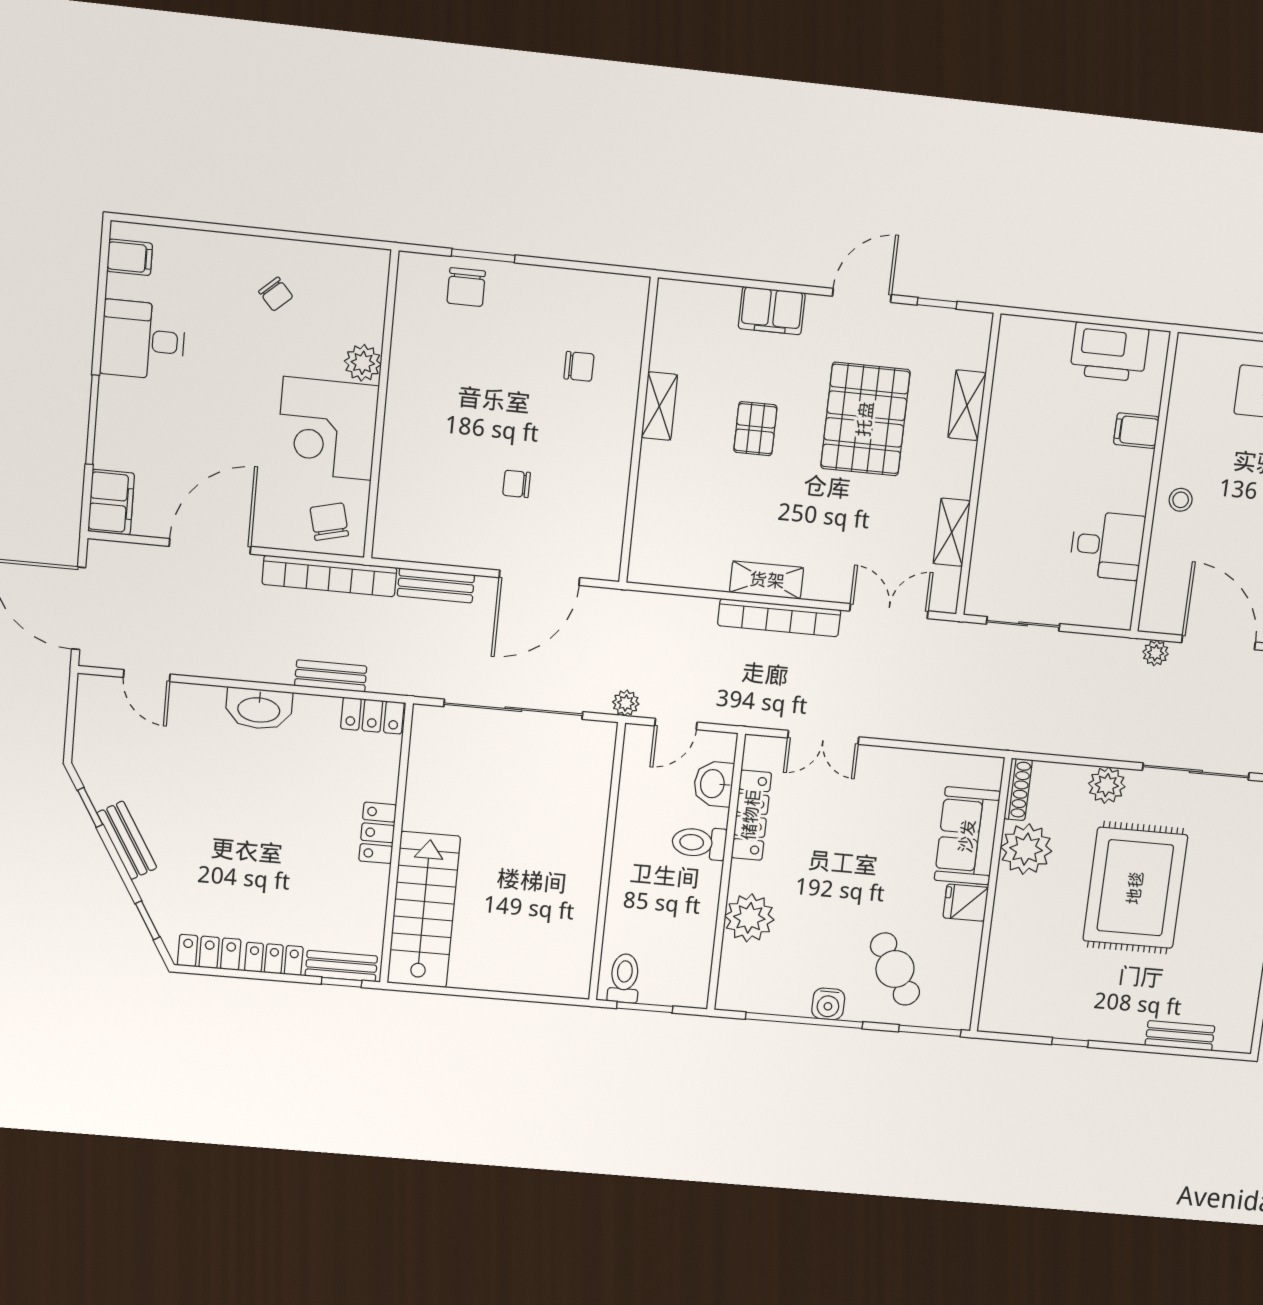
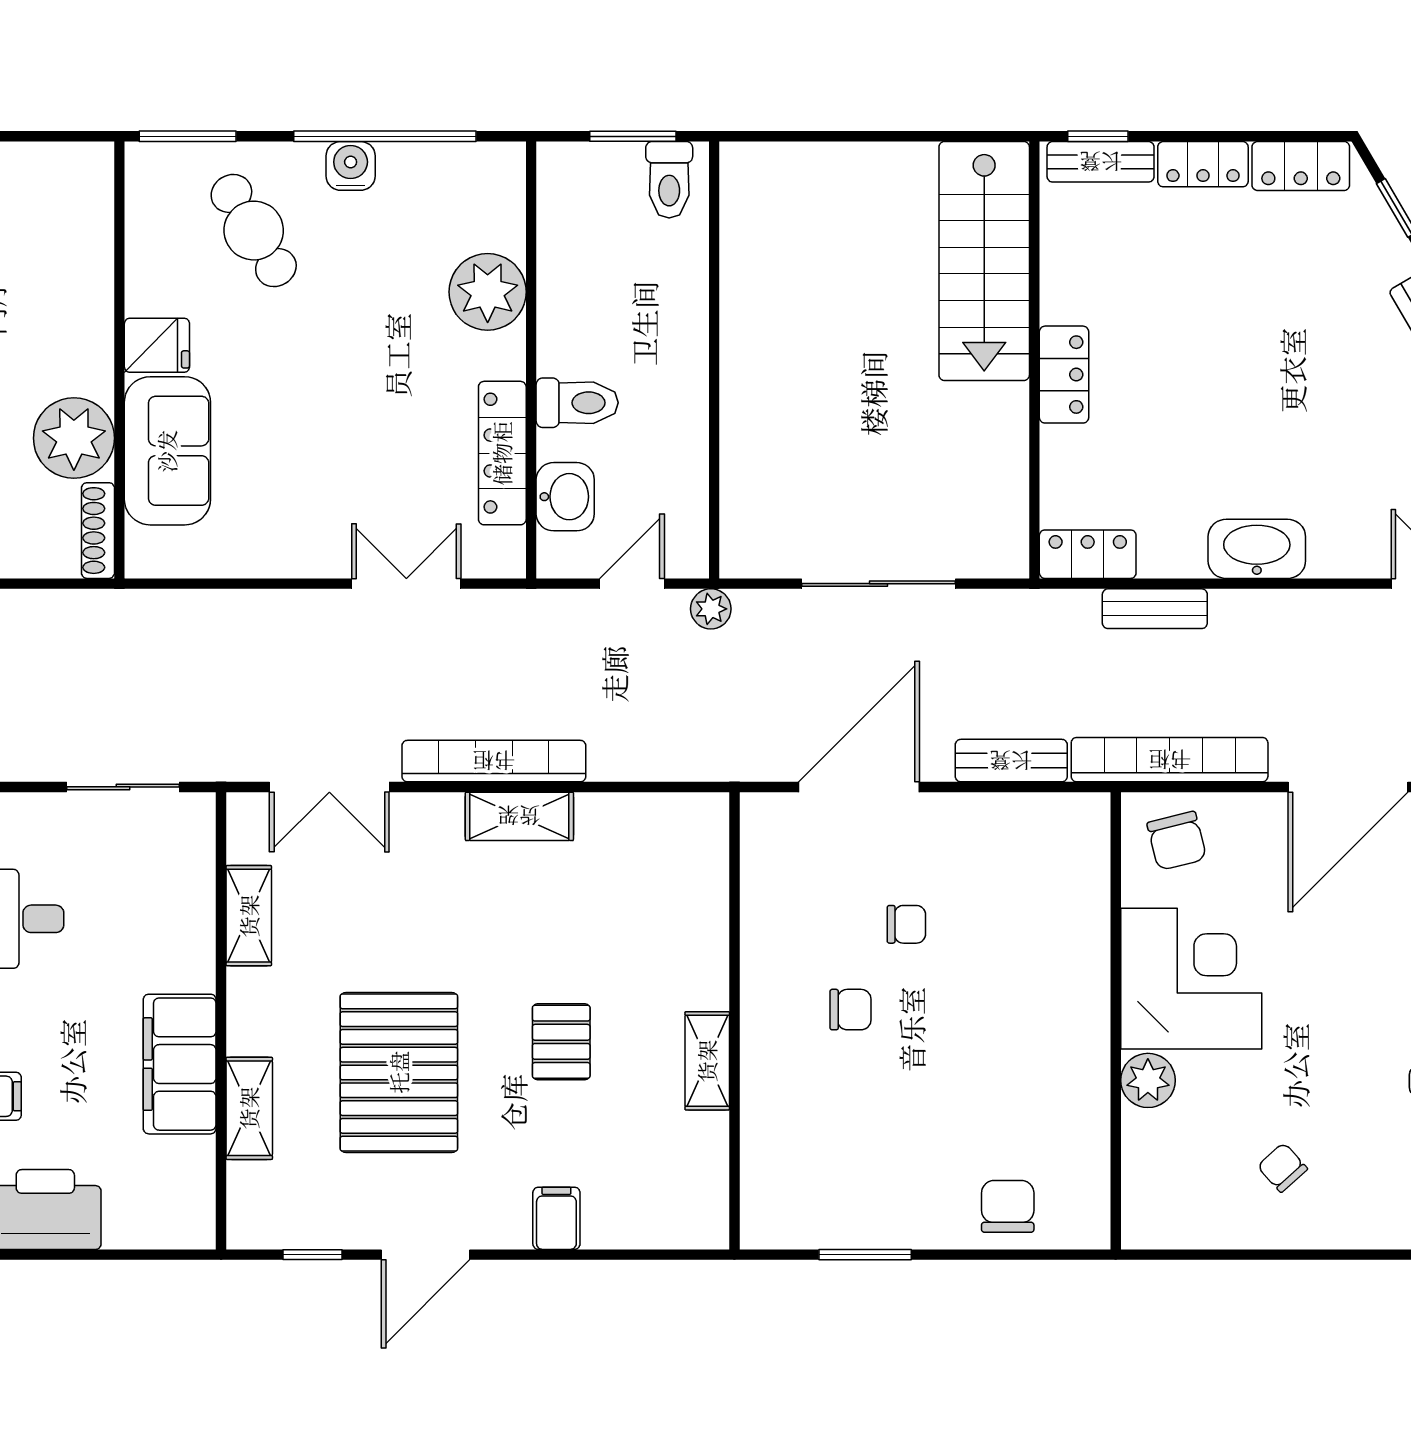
window: (483, 256) -> (865, 1255), moved
filing cabinet: (772, 311) -> (556, 1218), width x0.50
chair: (579, 366) -> (850, 1010), moved, turned 180
filing cabinet: (1009, 439) -> (180, 1064), added
sliding door: (513, 709) -> (878, 584), width x0.73

